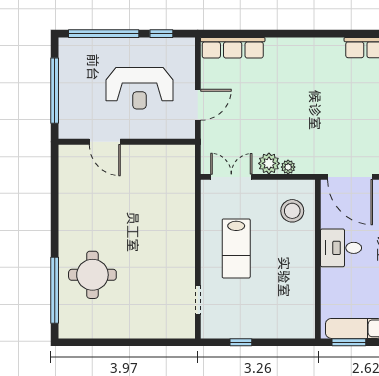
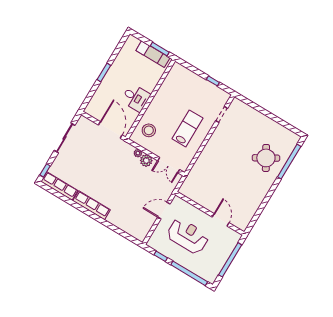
row of seats: (233, 48) -> (92, 205), moved
round table: (92, 275) -> (266, 158), turned -30

